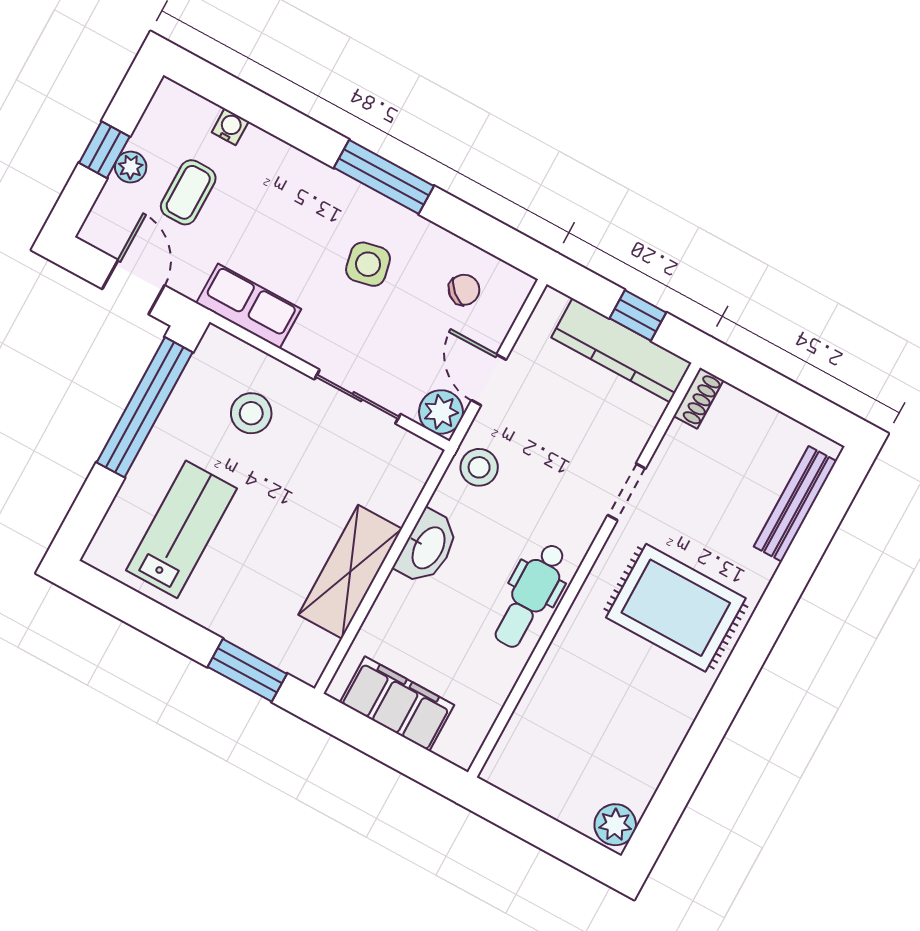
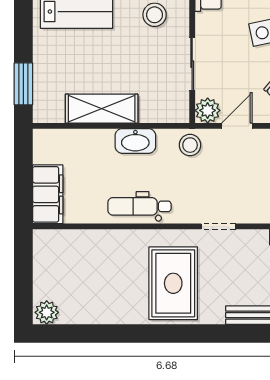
filing cabinet: (397, 704) -> (48, 194), moved

